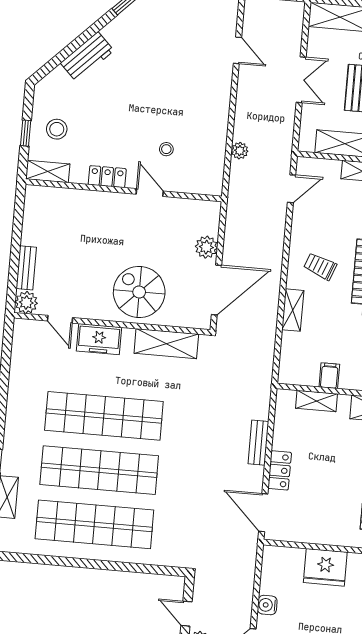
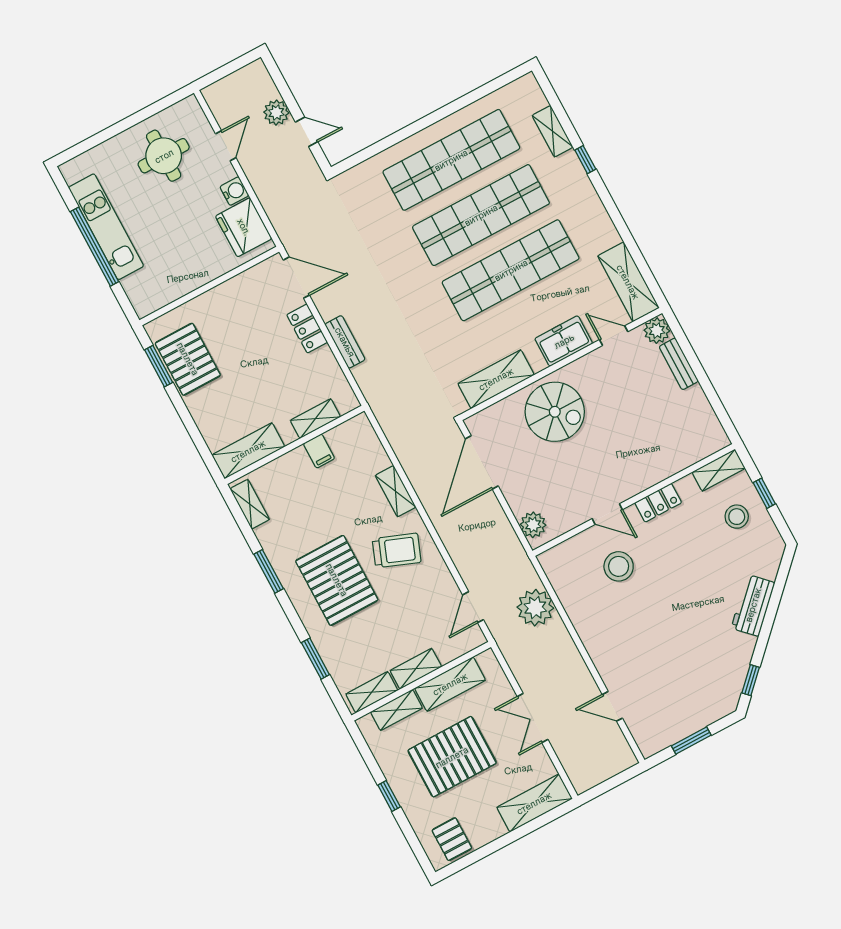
stool: (166, 149) -> (619, 566), width x1.89, depth x1.89
plant: (240, 151) -> (535, 608), width x1.88, depth x1.88
plant: (206, 247) -> (533, 525), moved
trolley: (320, 266) -> (397, 550), width x1.36, depth x1.39
shelving: (24, 351) -> (628, 282), added
fridge: (325, 567) -> (244, 227), moved, turned -90

